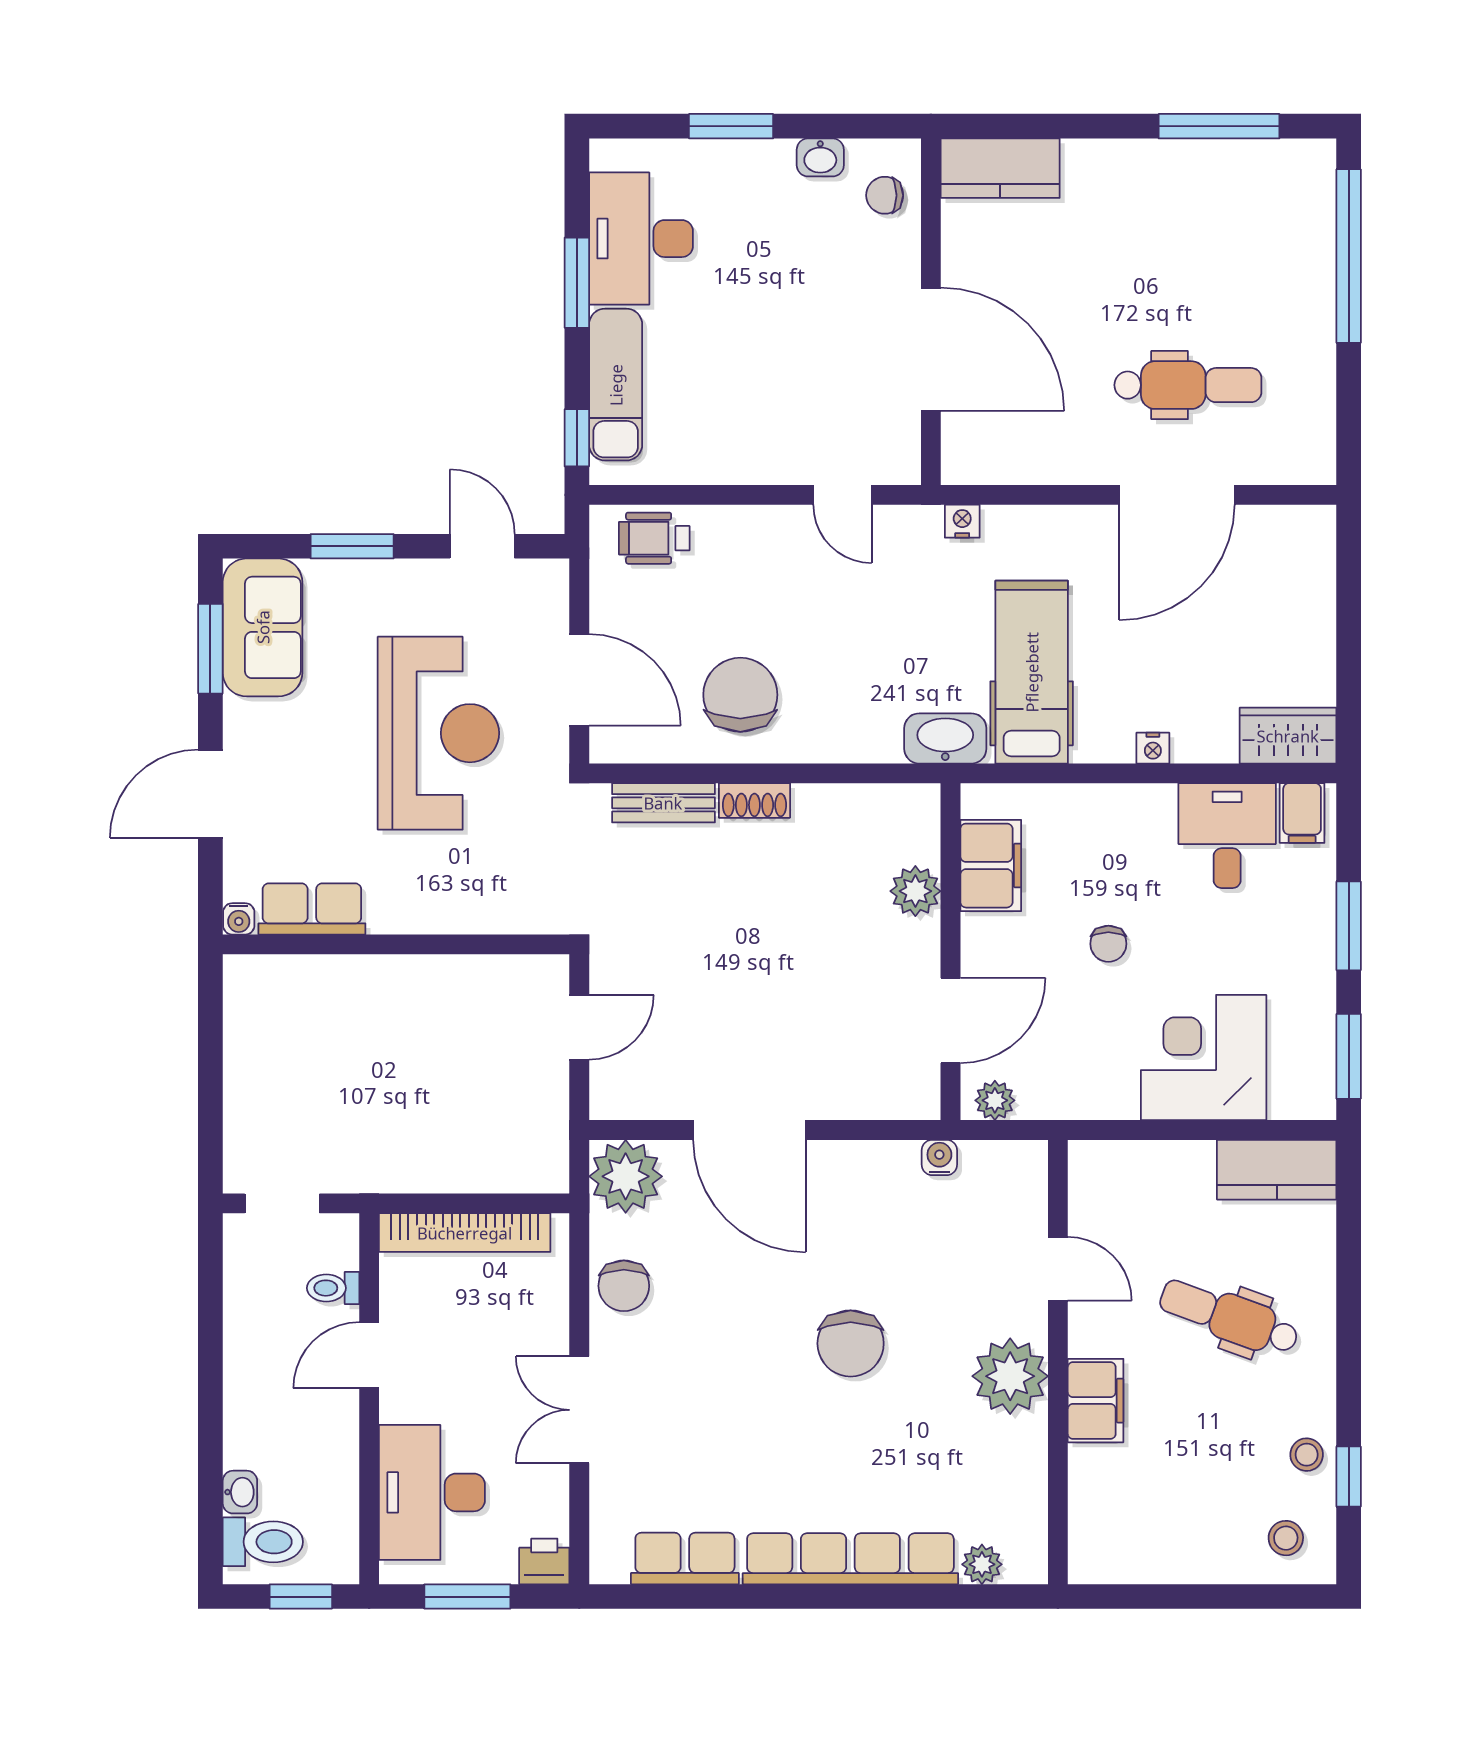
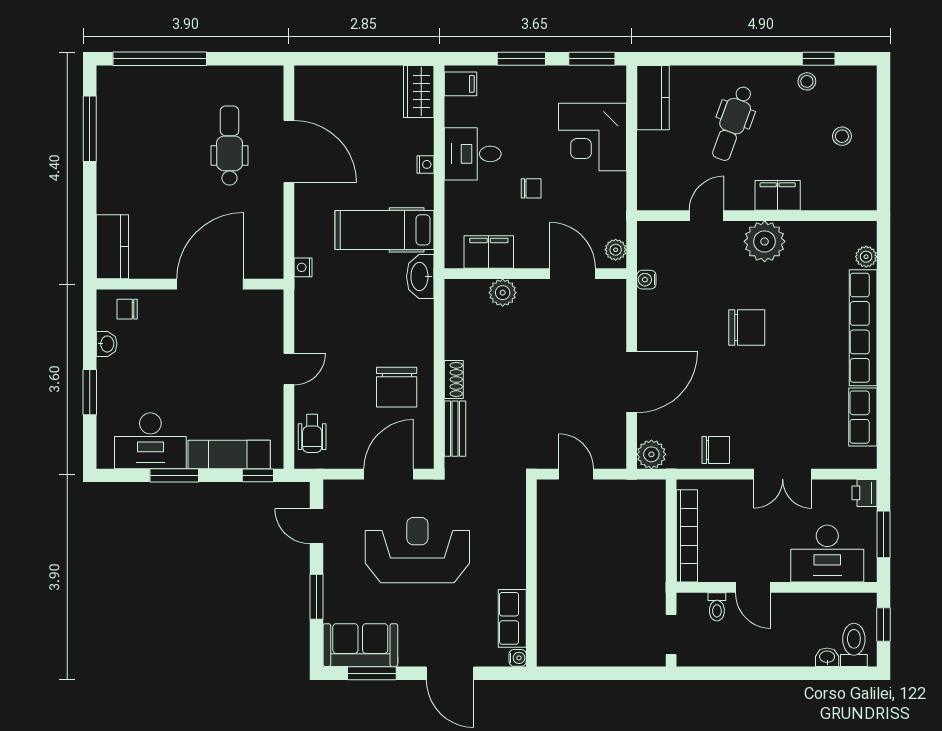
chair: (885, 195) -> (127, 309), turned 90
door: (842, 495) -> (289, 369), moved
door: (482, 546) -> (317, 526), hinge flipped
chair: (740, 695) -> (397, 387), turned -90
desk: (1227, 836) -> (473, 154), moved
plant: (626, 1176) -> (651, 454), width x0.73, depth x0.73
stool: (1286, 1538) -> (842, 136), moved

